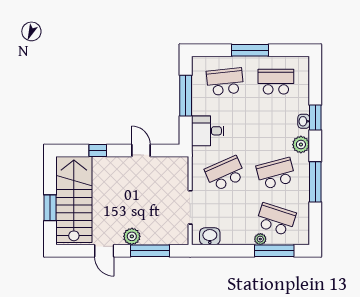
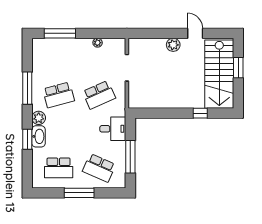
school desk: (225, 82) -> (99, 168), turned 30
washbasin: (304, 121) -> (38, 136), width x1.91, depth x1.45
door: (141, 151) -> (166, 113), removed
school desk: (276, 219) -> (59, 58), removed
washbasin: (210, 236) -> (111, 45), removed
plant: (260, 239) -> (98, 43), moved
window: (150, 251) -> (159, 33), removed

